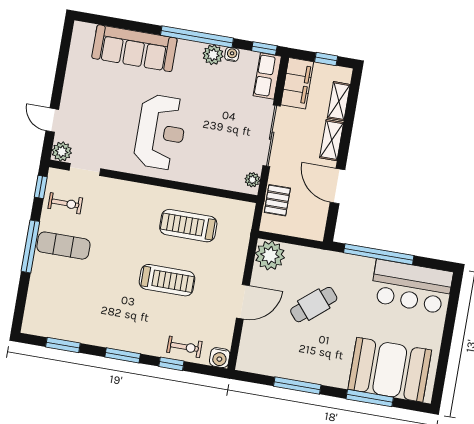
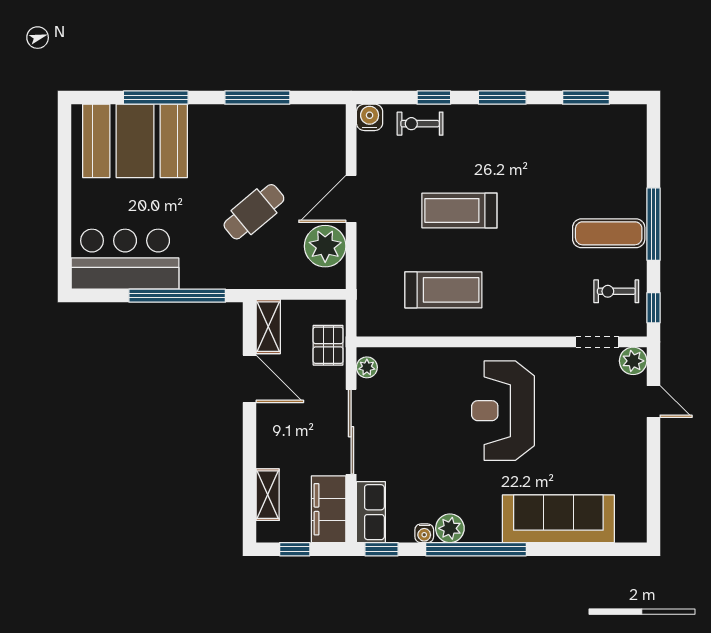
shelving: (332, 140) -> (268, 327), moved
plant: (270, 255) -> (325, 246), moved

